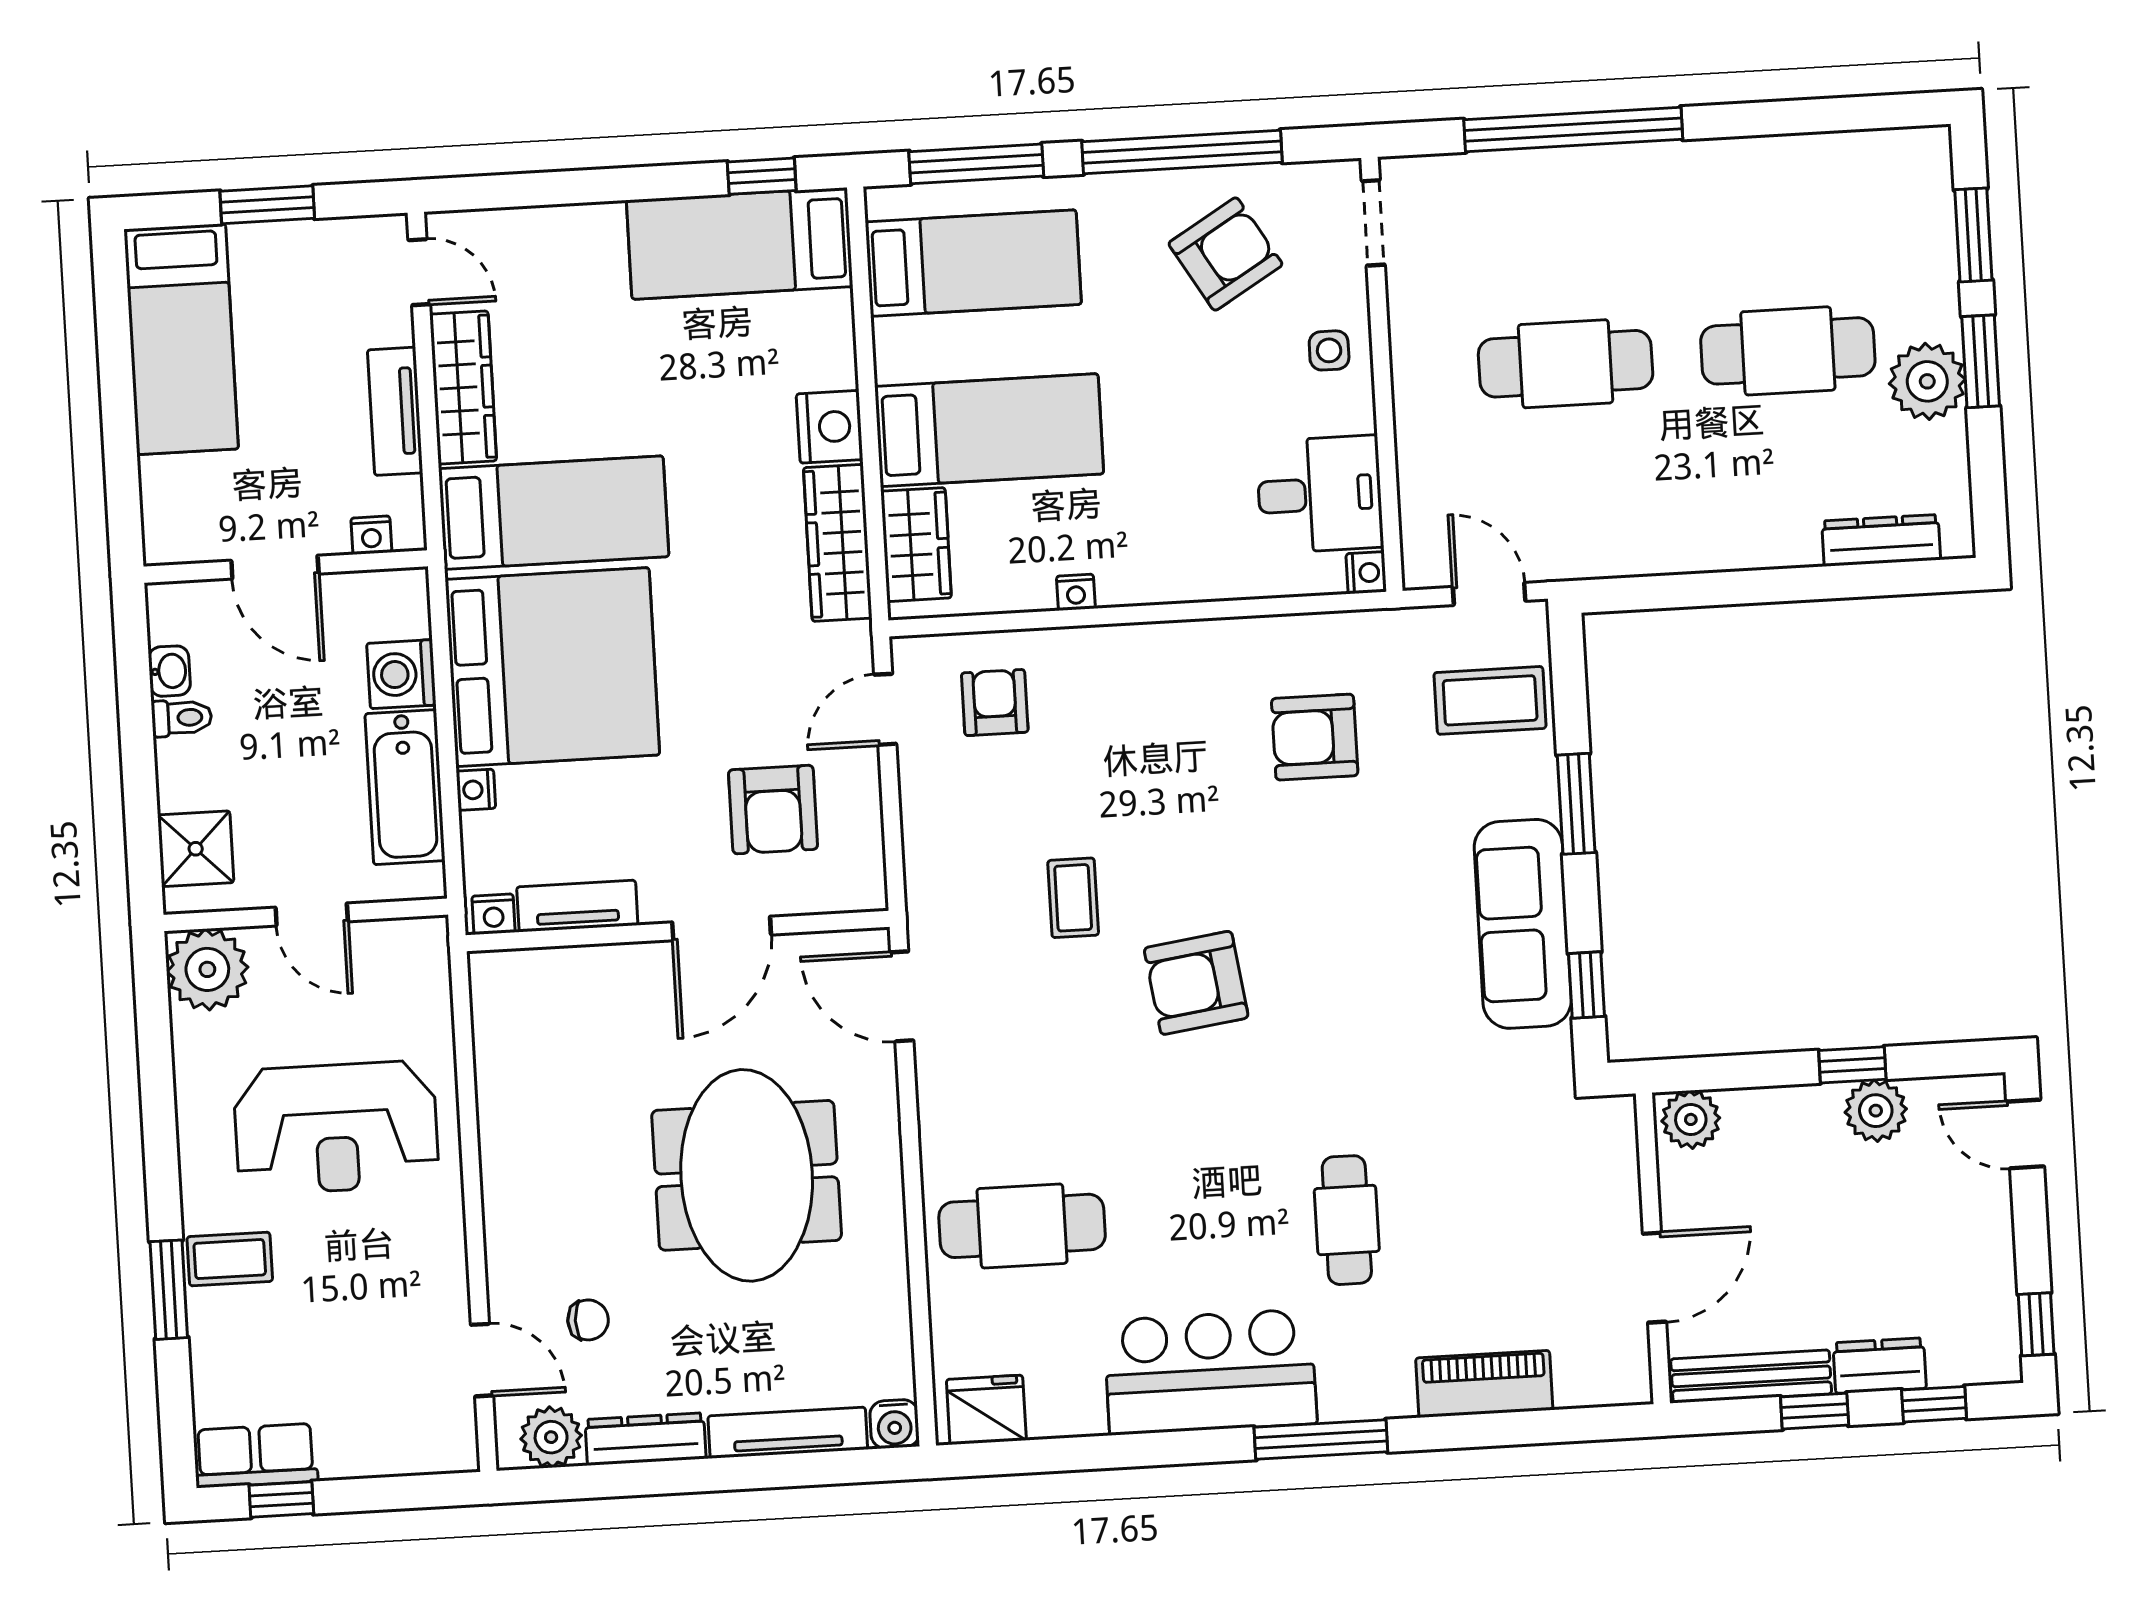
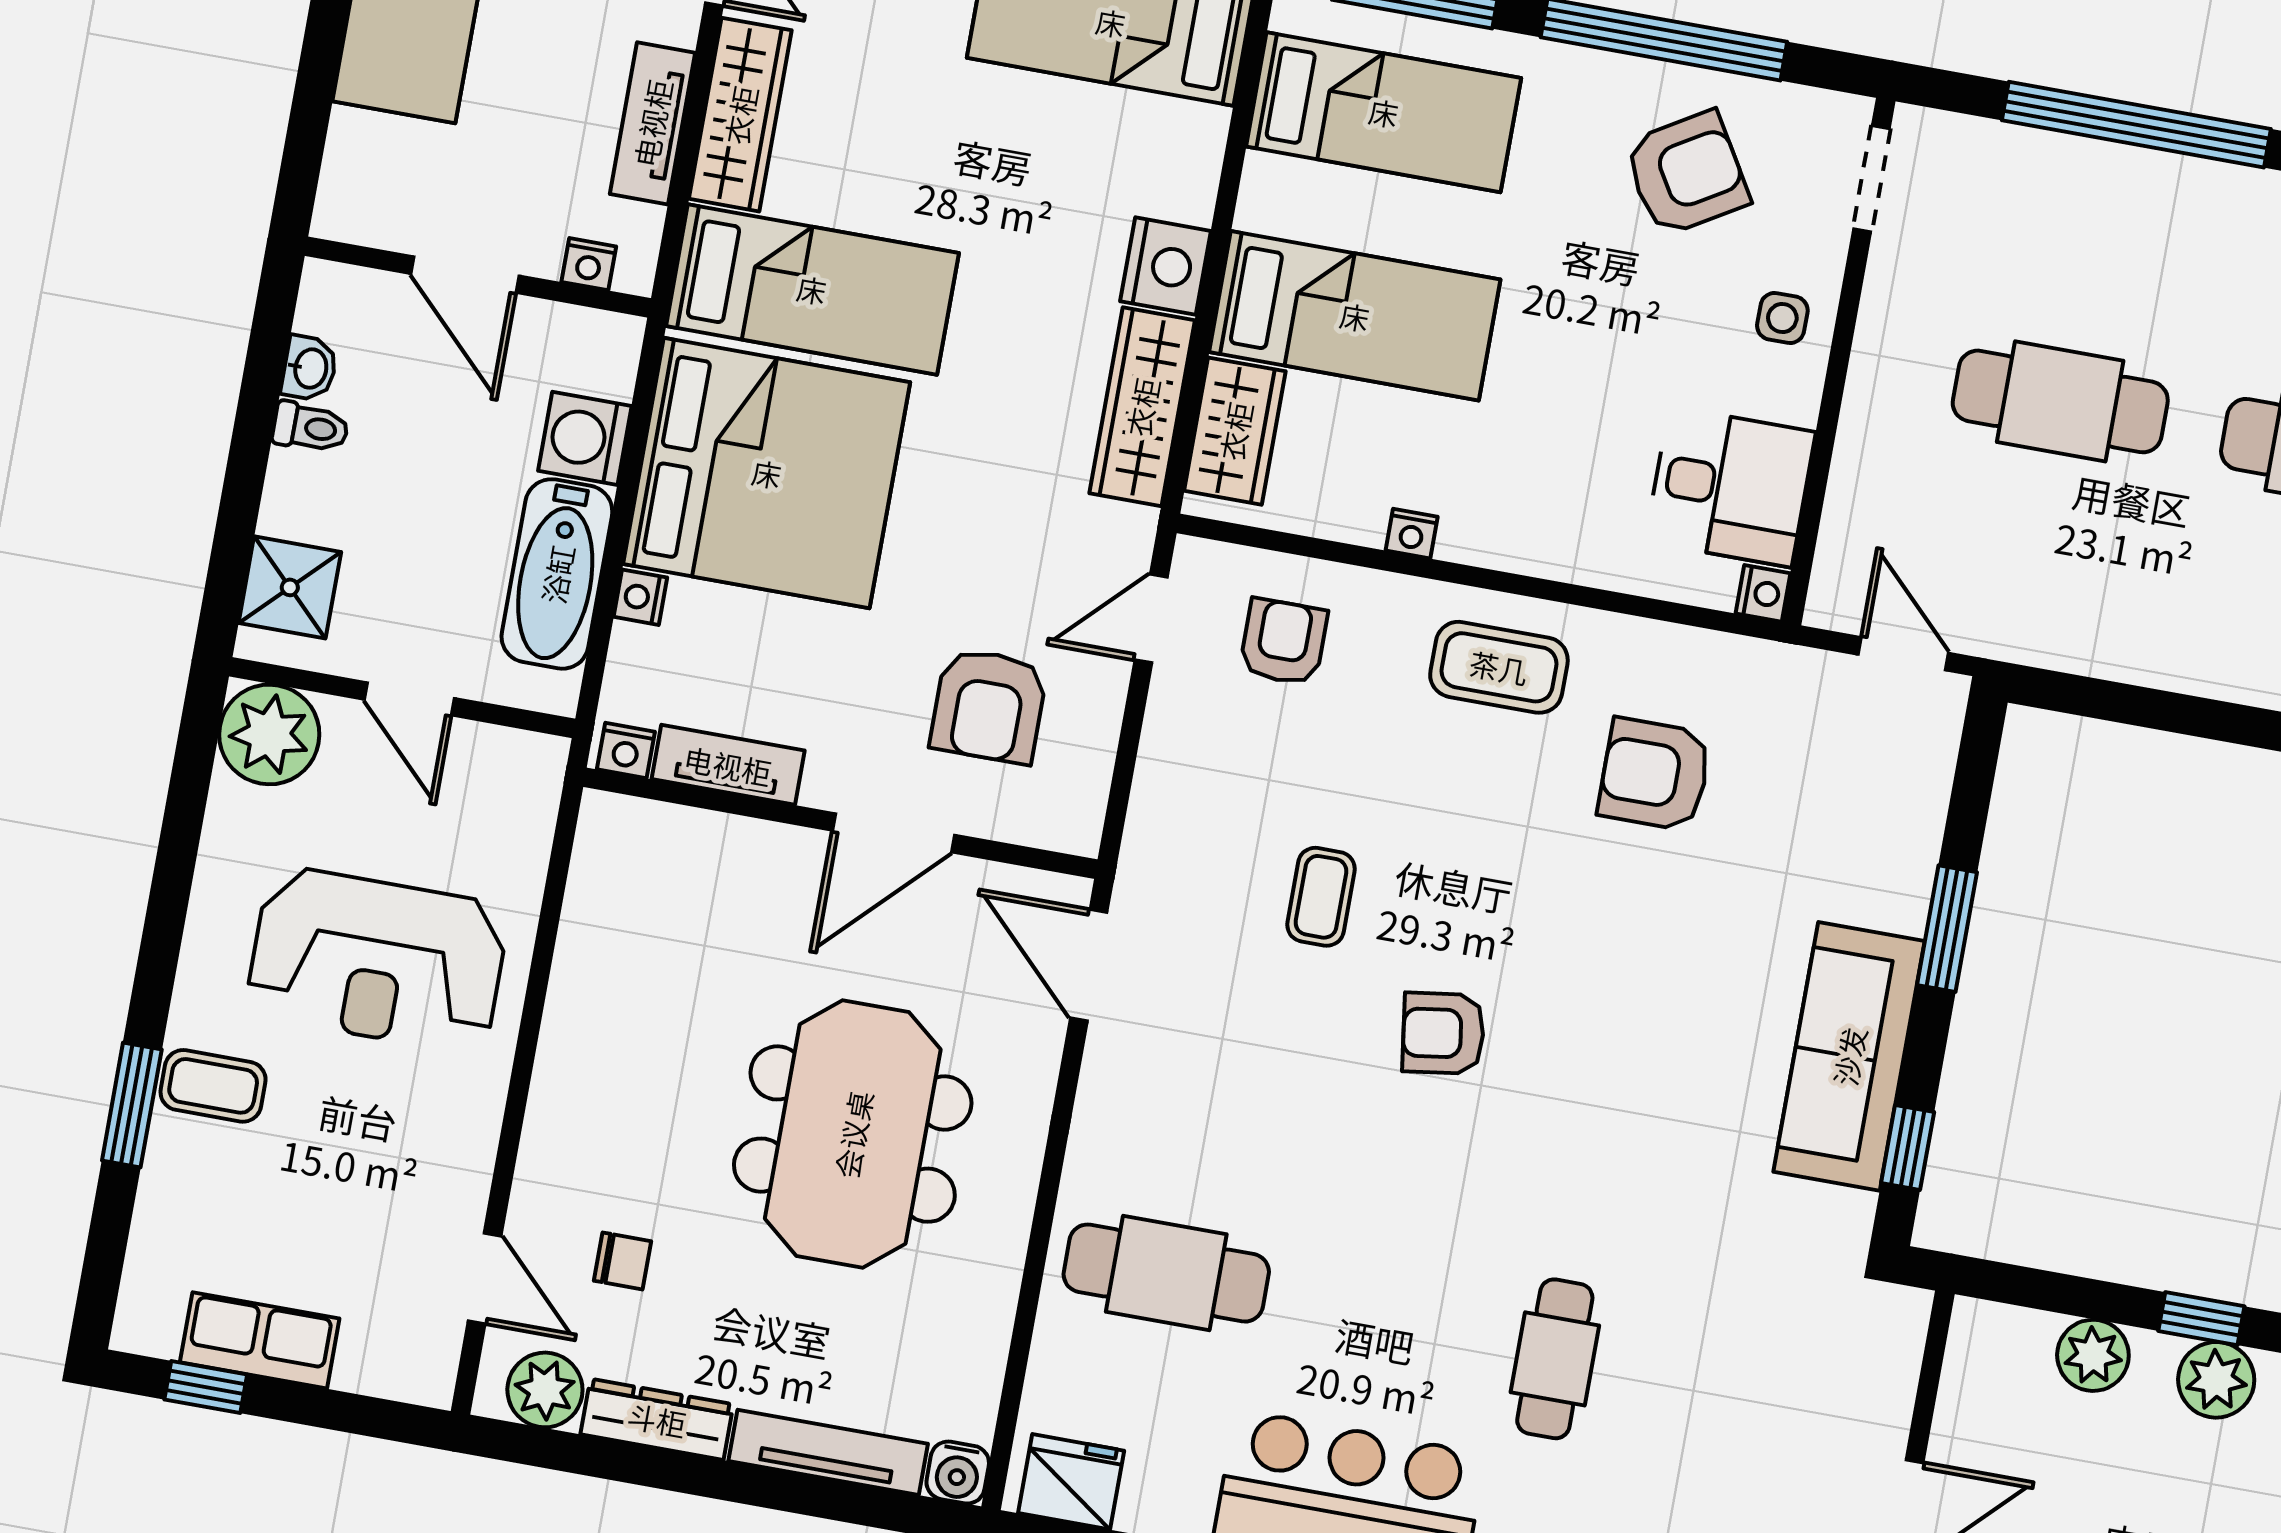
coffee table: (1490, 700) -> (1499, 667), moved
armchair: (1196, 983) -> (1443, 1033), width x0.72, depth x0.72
plant: (1691, 1119) -> (2093, 1355), moved
row of seats: (256, 1456) -> (260, 1340), moved

